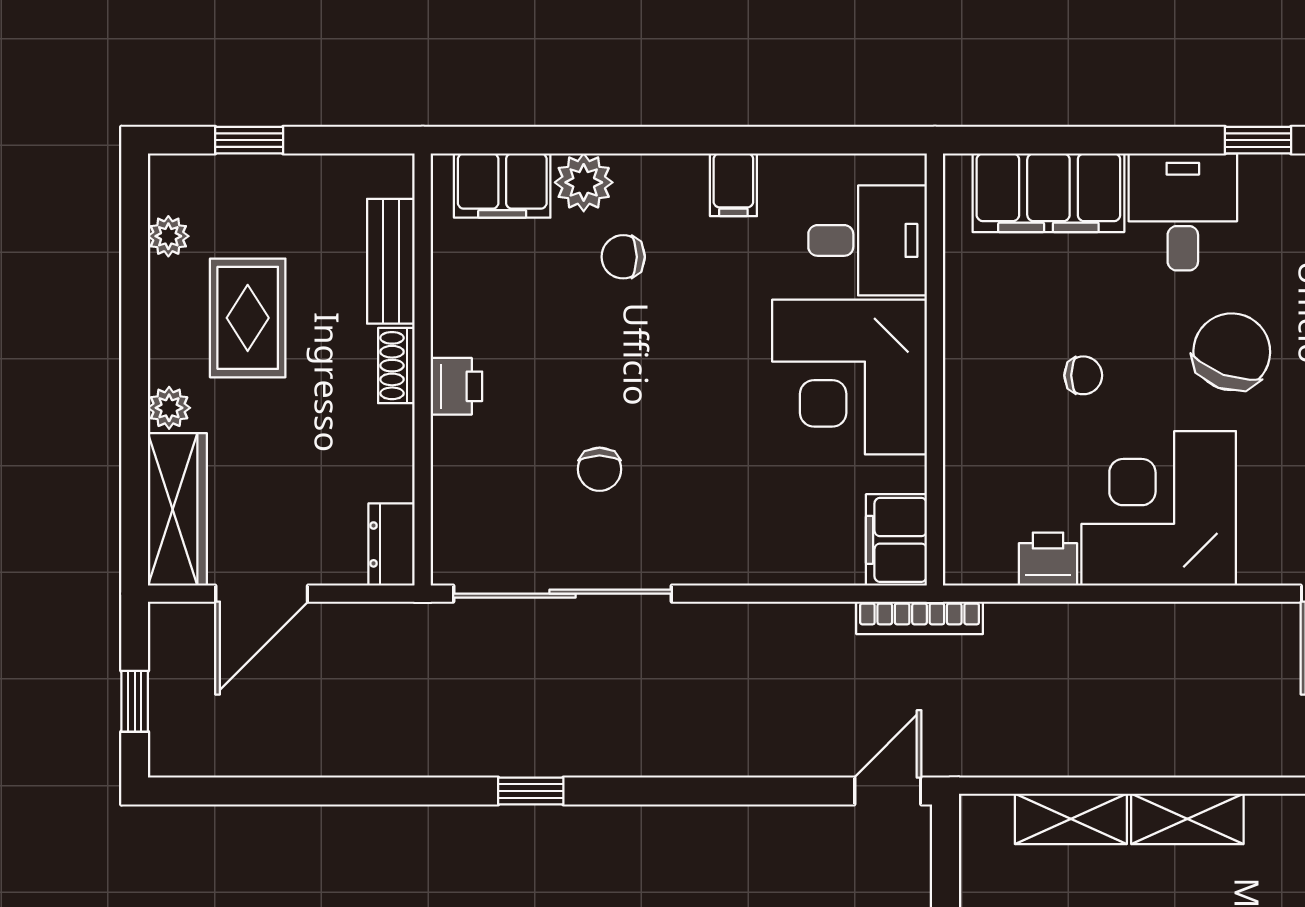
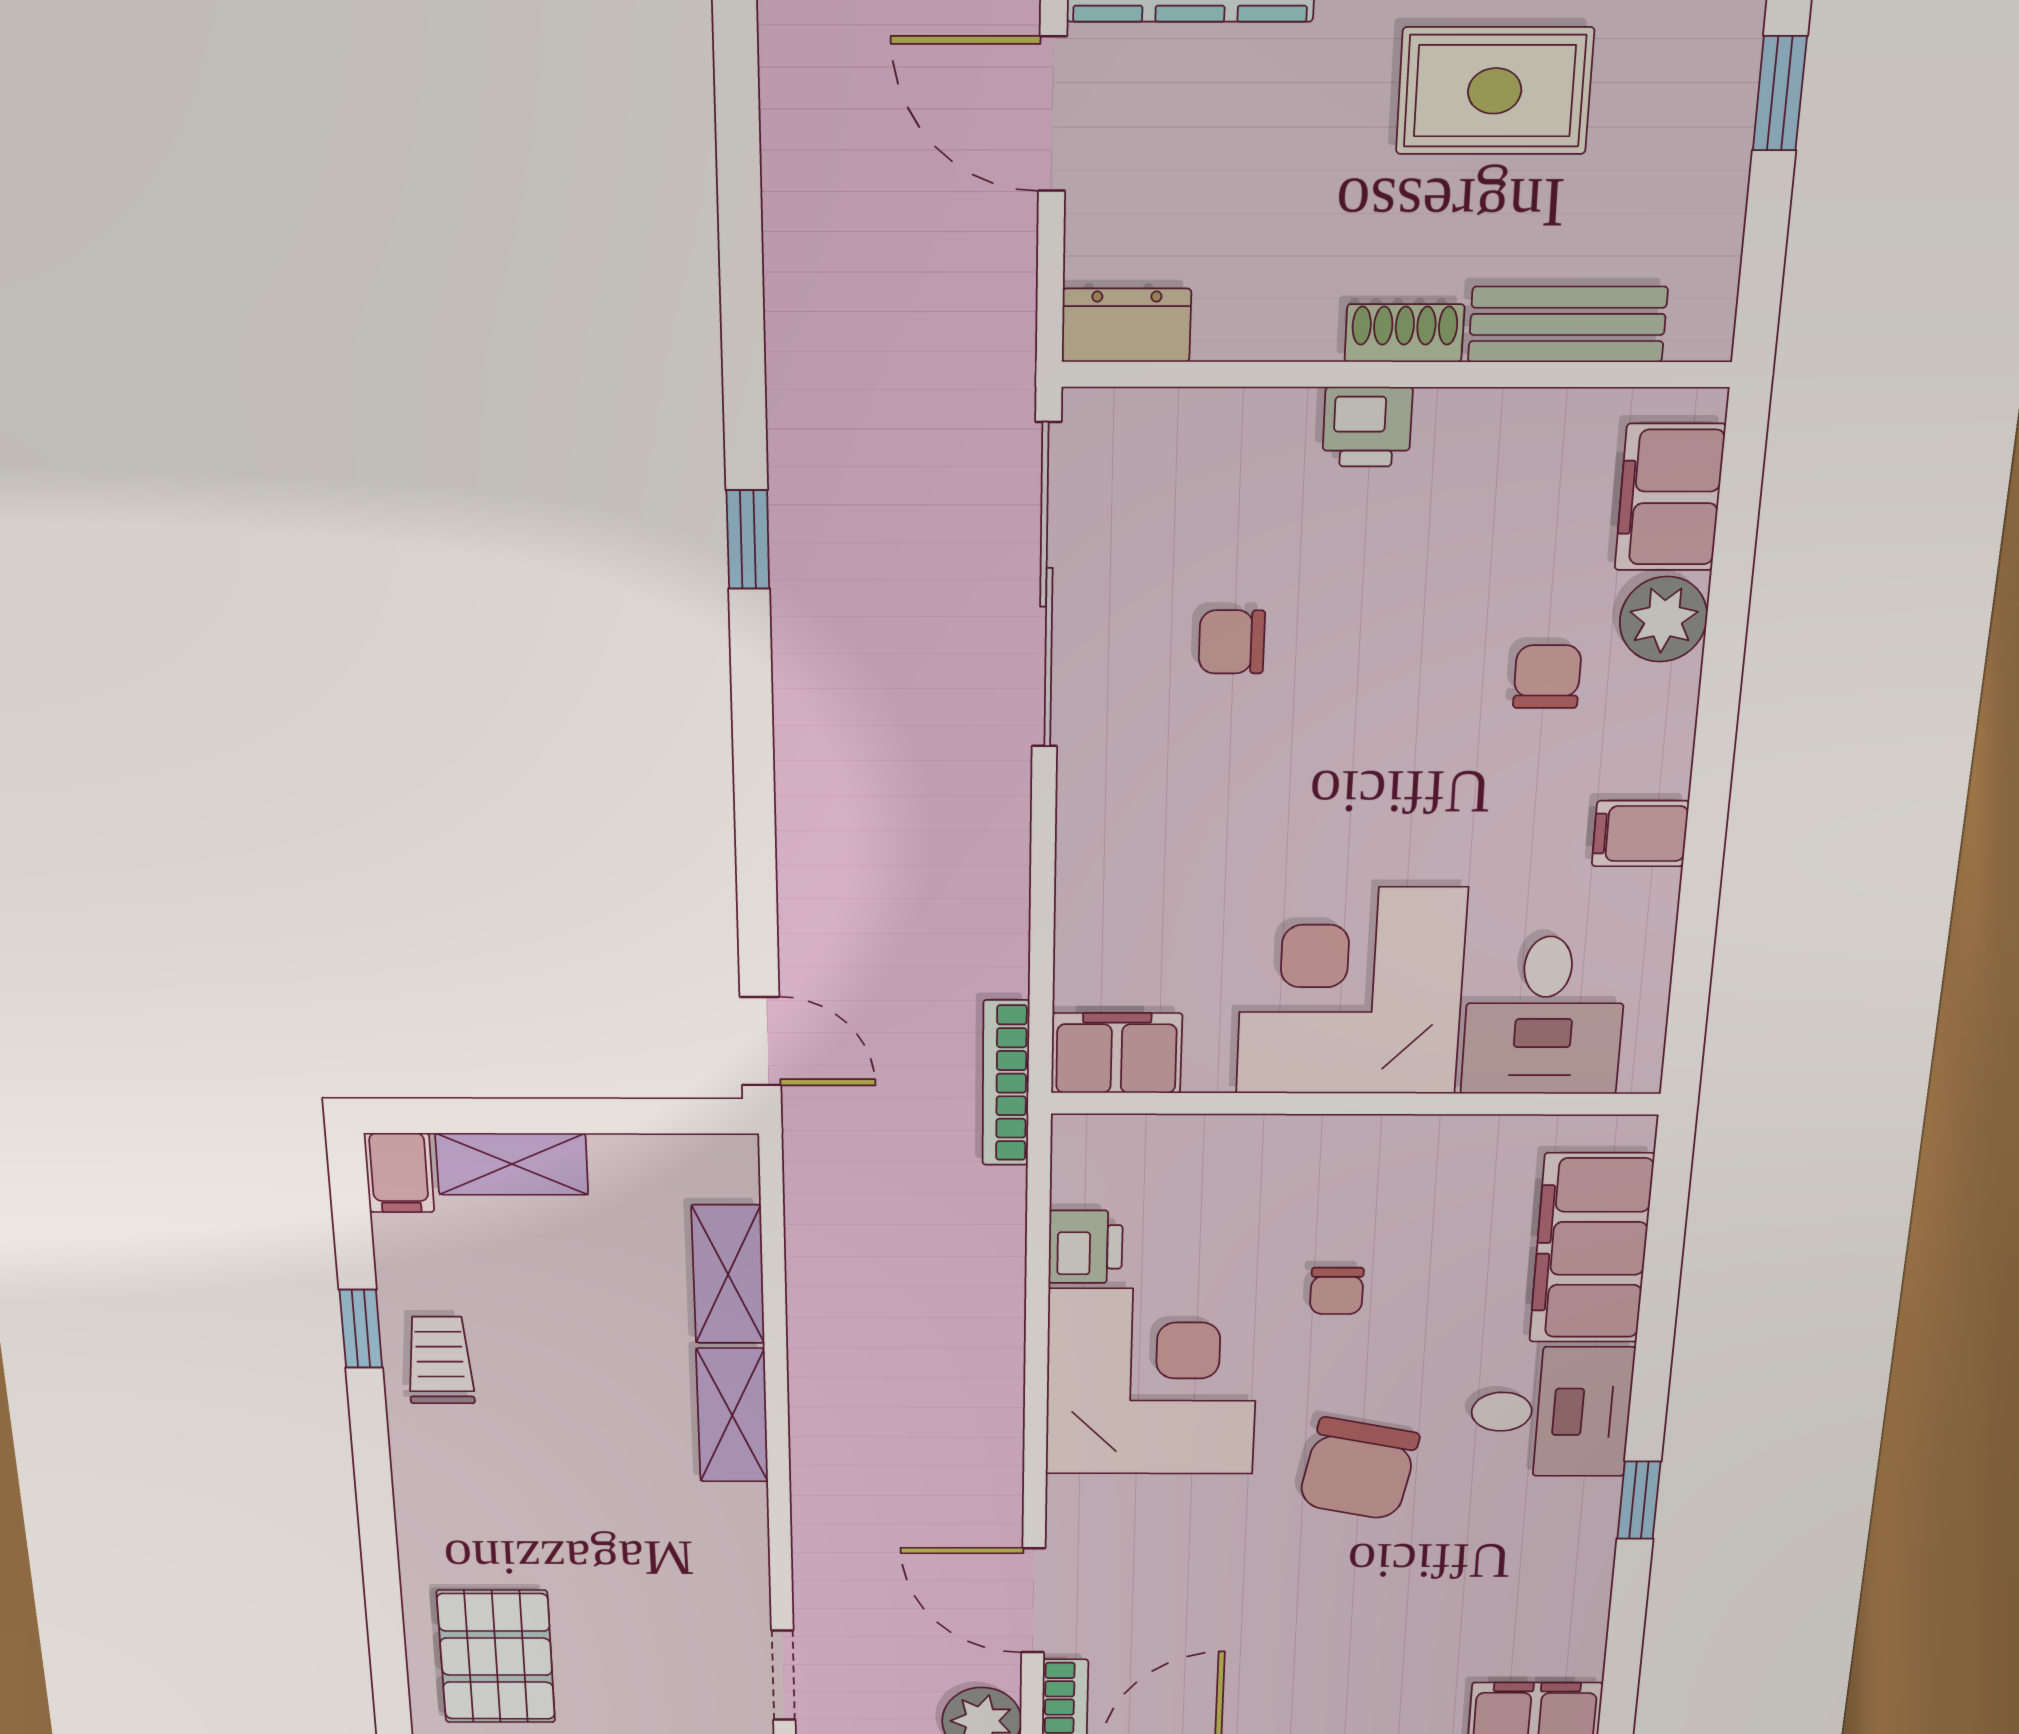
chair: (1232, 352) -> (1358, 1469), turned 81

